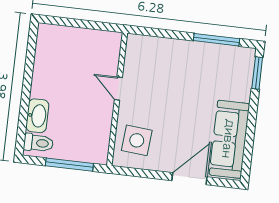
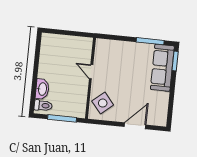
sofa: (229, 139) -> (162, 68), moved
side table: (137, 140) -> (103, 103), turned 45

